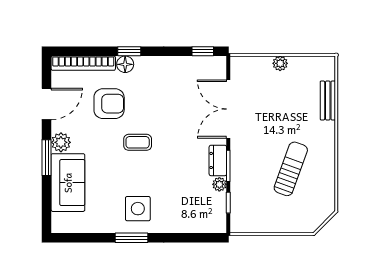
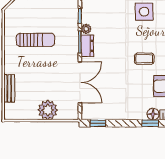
plant: (280, 63) -> (48, 110), width x1.87, depth x1.87
sun lounger: (291, 169) -> (36, 40), turned -110

